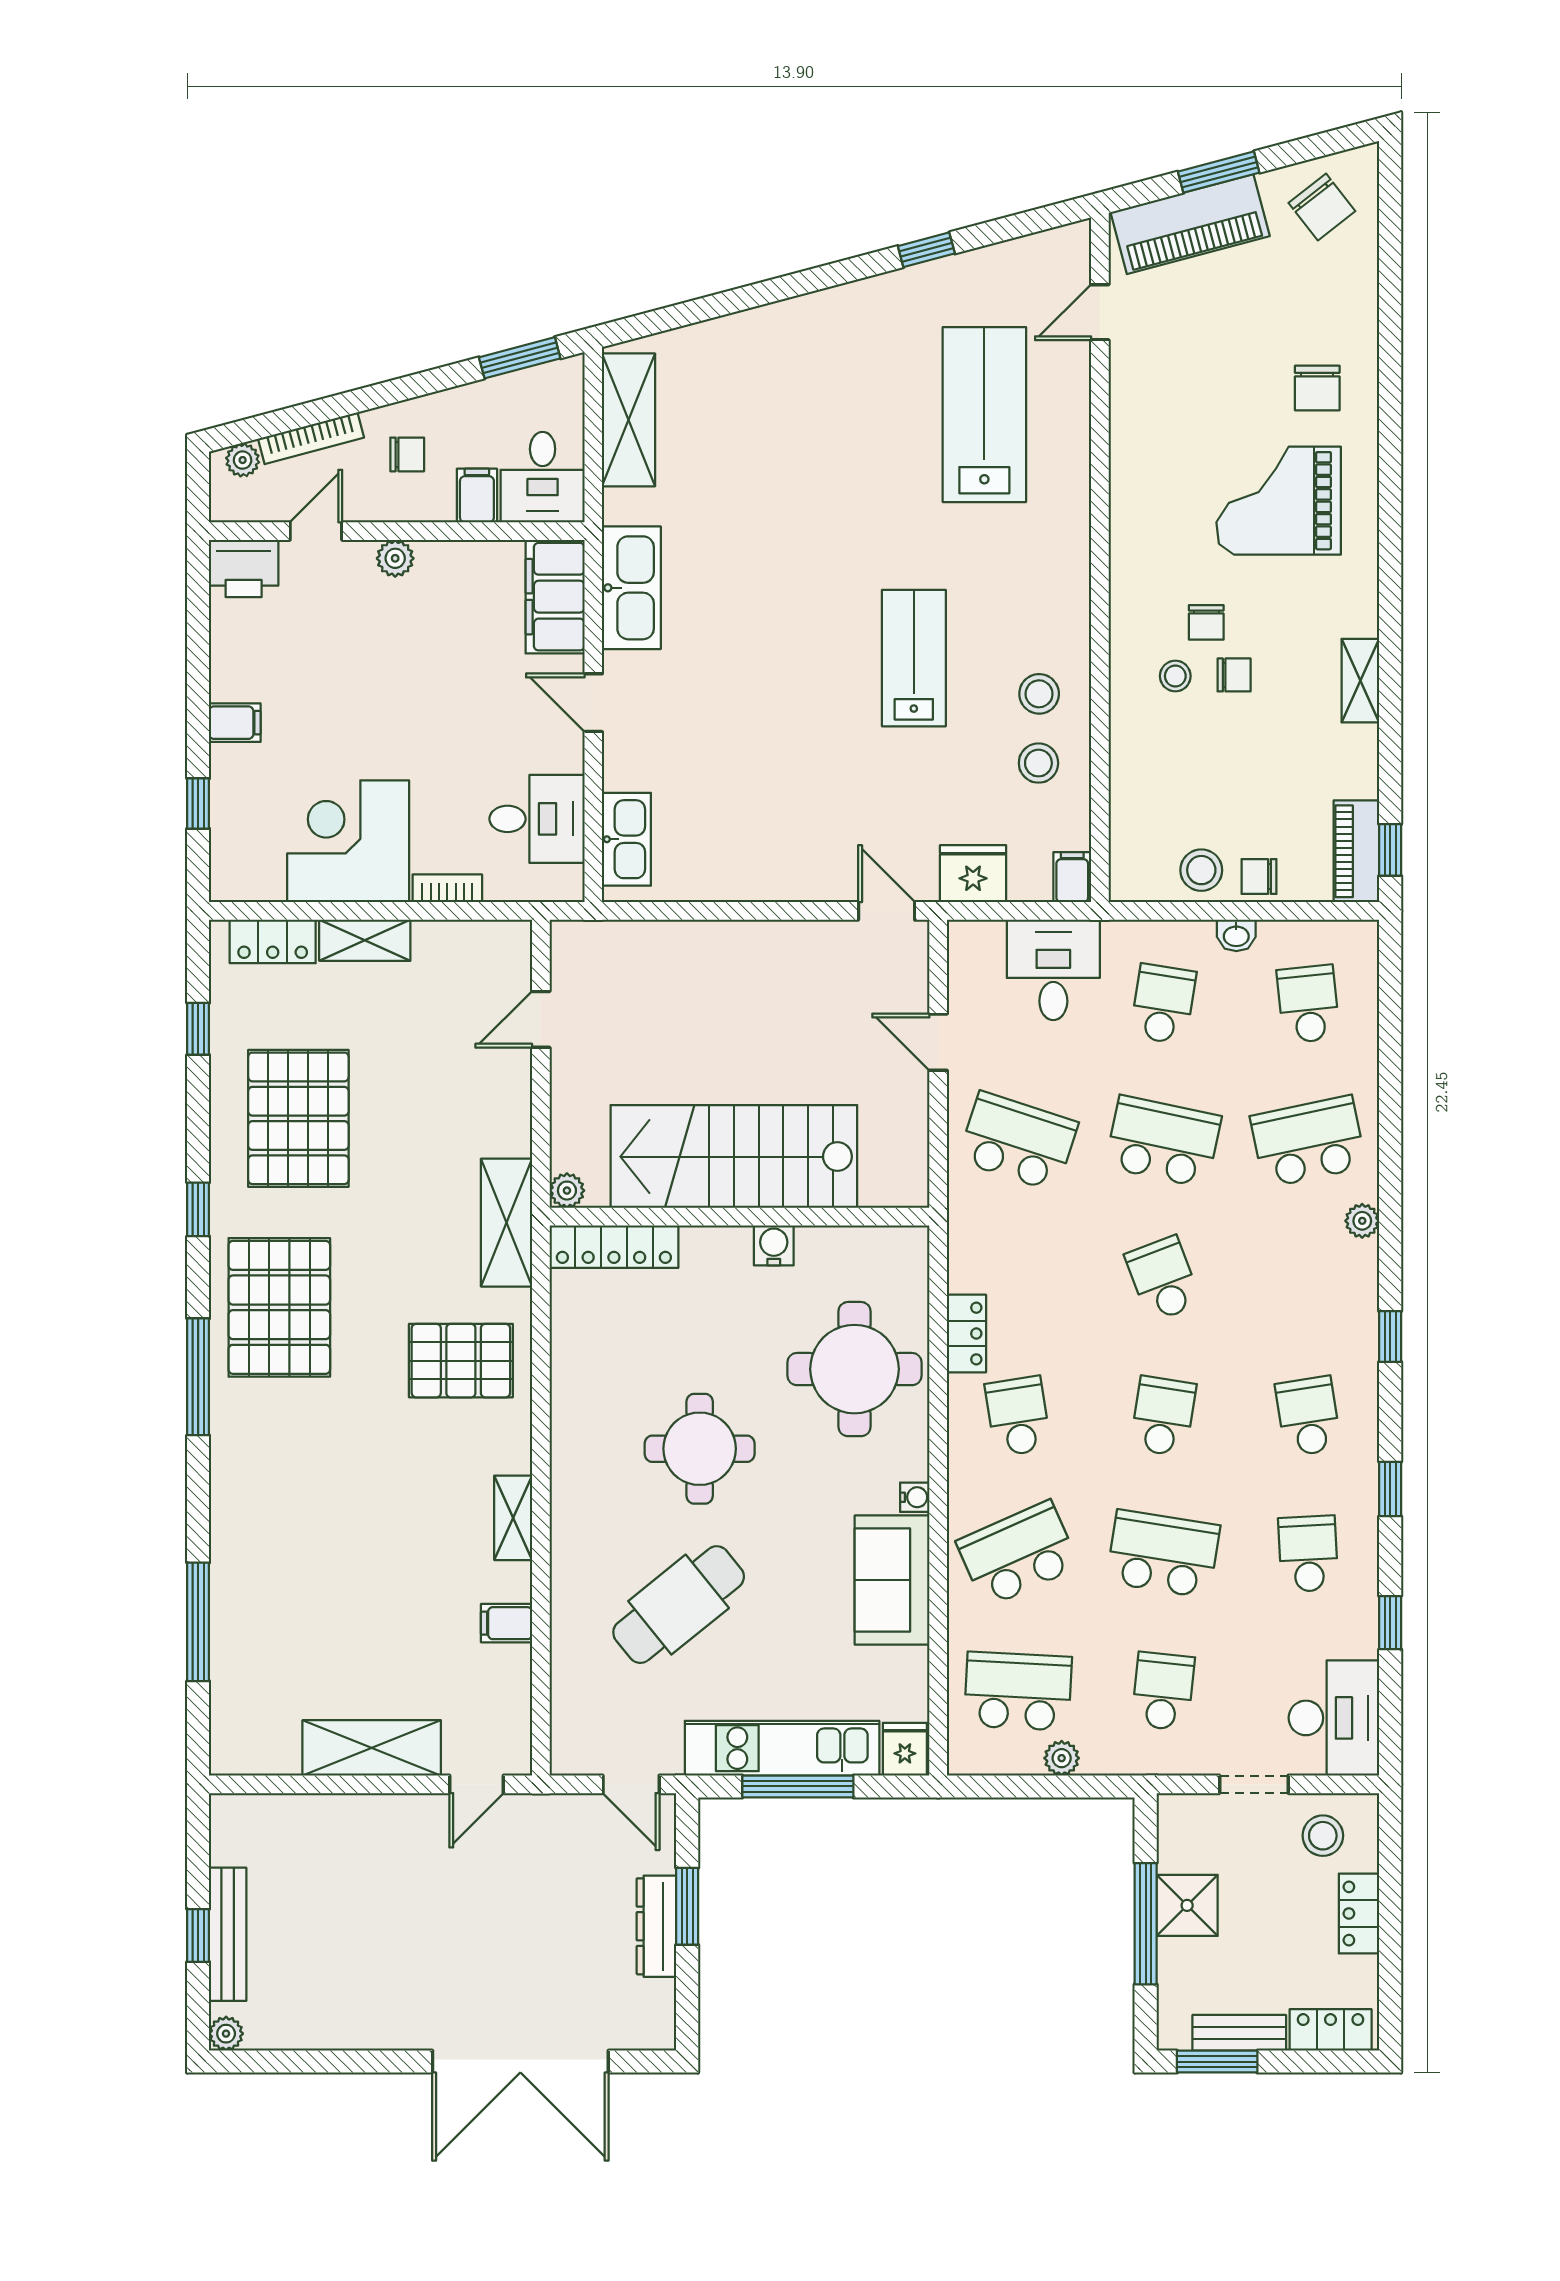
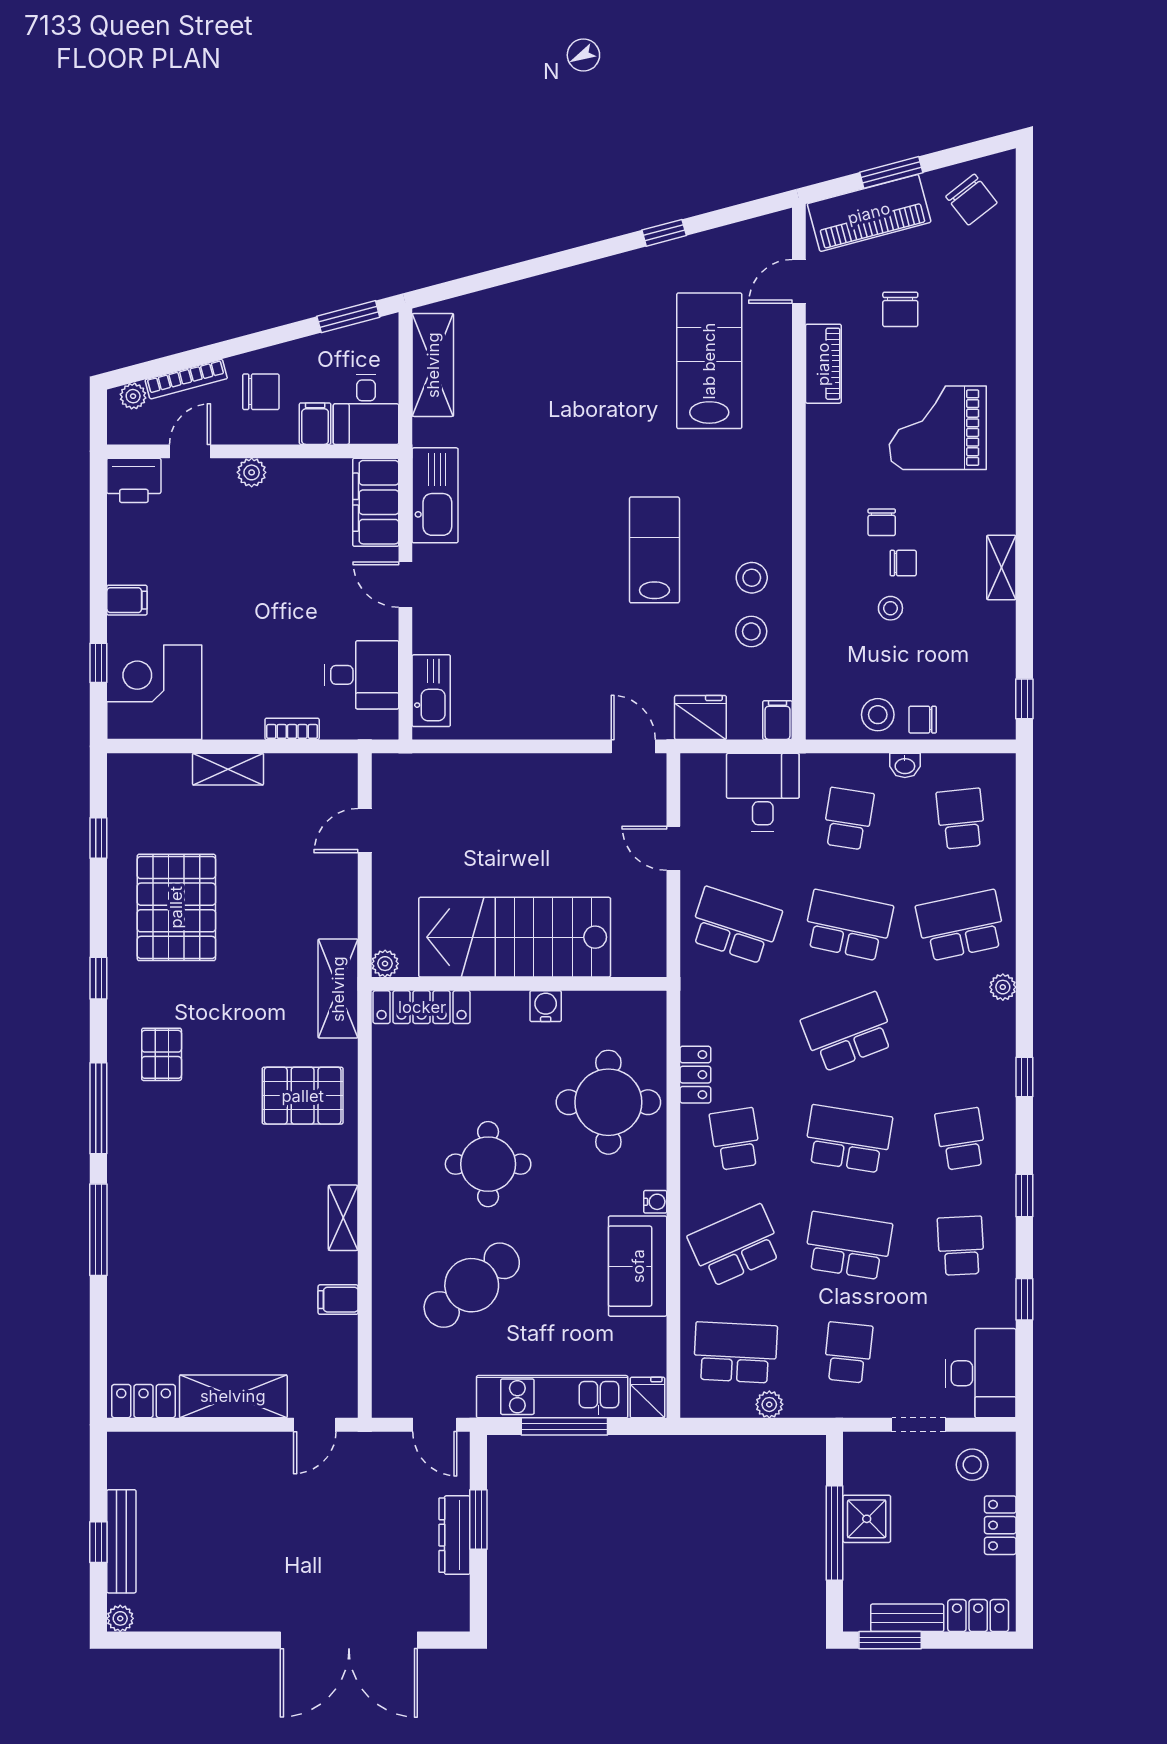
chair: (1317, 388) -> (900, 309), moved
chair: (407, 454) -> (261, 392), width x1.37, depth x1.37
stool: (1175, 676) -> (890, 608), moved
corner desk: (348, 841) -> (154, 692), moved
piano: (1356, 851) -> (823, 364), moved, turned 180
locker: (273, 941) -> (143, 1401), moved, turned 180
school desk: (1163, 1279) -> (848, 1032), width x1.85
pallet: (279, 1307) -> (162, 1054), width x0.49, depth x0.50
school desk: (1163, 1416) -> (848, 1139), width x1.85
window: (198, 1622) -> (98, 1230), moved

